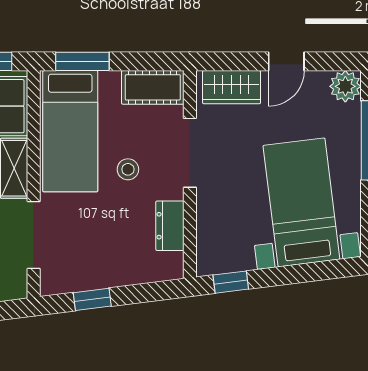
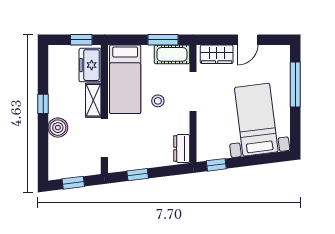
window: (82, 61) -> (163, 40), moved
plant: (345, 86) -> (281, 54), removed
dresser: (170, 226) -> (182, 149), moved

